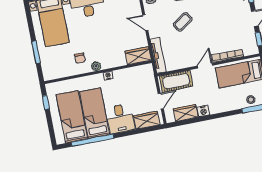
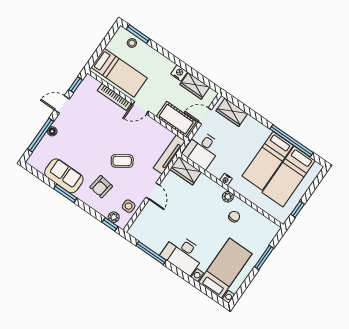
desk: (120, 119) -> (202, 150), moved, turned 180

